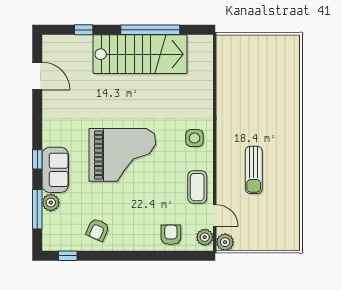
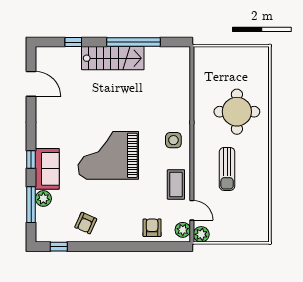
stairs: (140, 54) -> (113, 58), width x0.73, depth x0.66
round table: (265, 107) -> (237, 112), added
grand piano: (122, 155) -> (108, 155), turned 180

